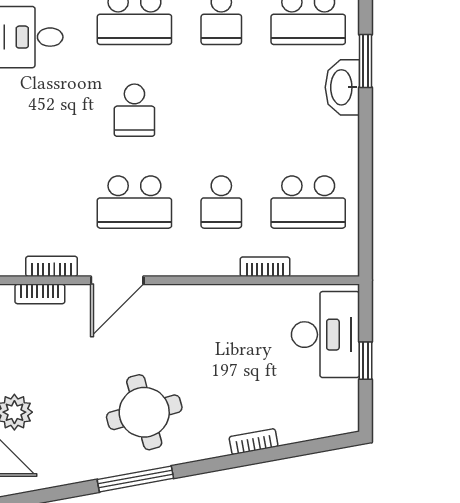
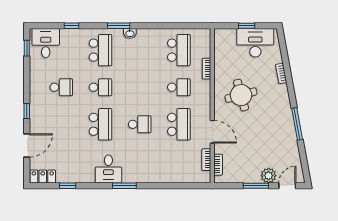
washbasin: (342, 87) -> (130, 33), width x0.52, depth x0.69
desk: (325, 335) -> (255, 43), moved
round table: (144, 412) -> (241, 95), moved

